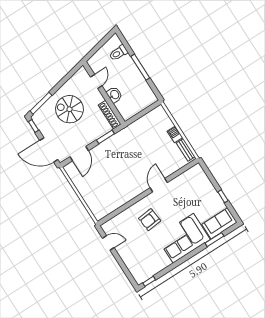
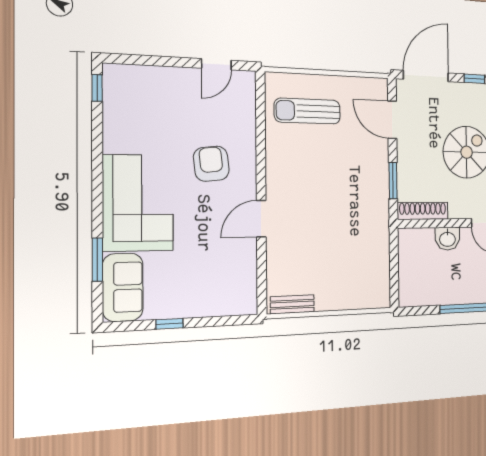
barbecue: (175, 134) -> (329, 301), removed
door: (159, 185) -> (261, 219), swing flipped
sun lounger: (101, 194) -> (307, 111), added

